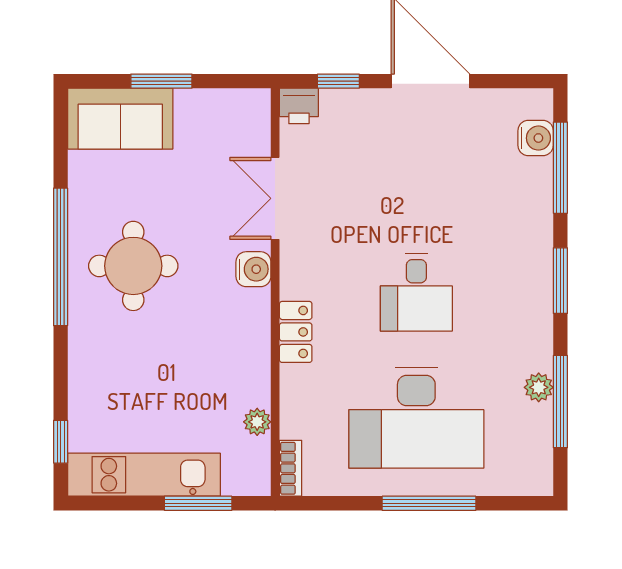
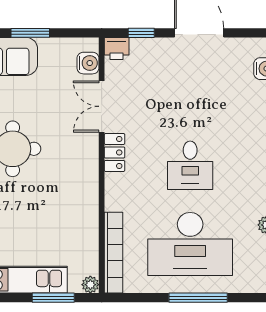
water cooler: (253, 269) -> (88, 63), moved
locker: (296, 332) -> (114, 152), moved
plant: (257, 422) -> (90, 285), moved
bookcase: (291, 468) -> (113, 253), width x2.31, depth x1.31

